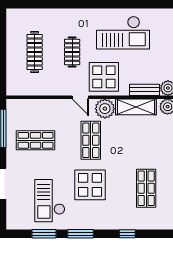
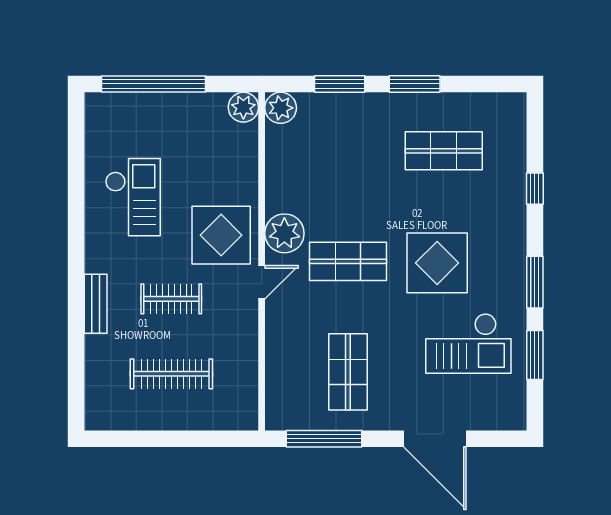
checkout: (123, 33) -> (133, 197), width x0.73, depth x0.83
bench: (144, 90) -> (96, 304), moved
shelving: (136, 107) -> (281, 171), removed

